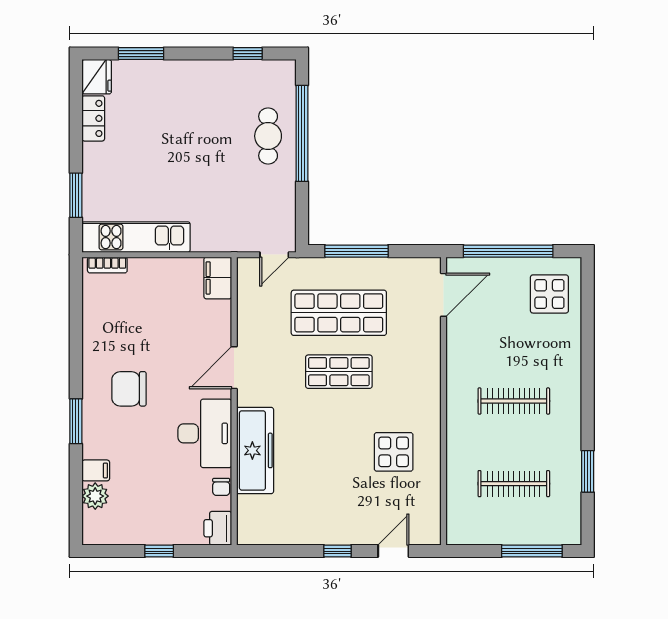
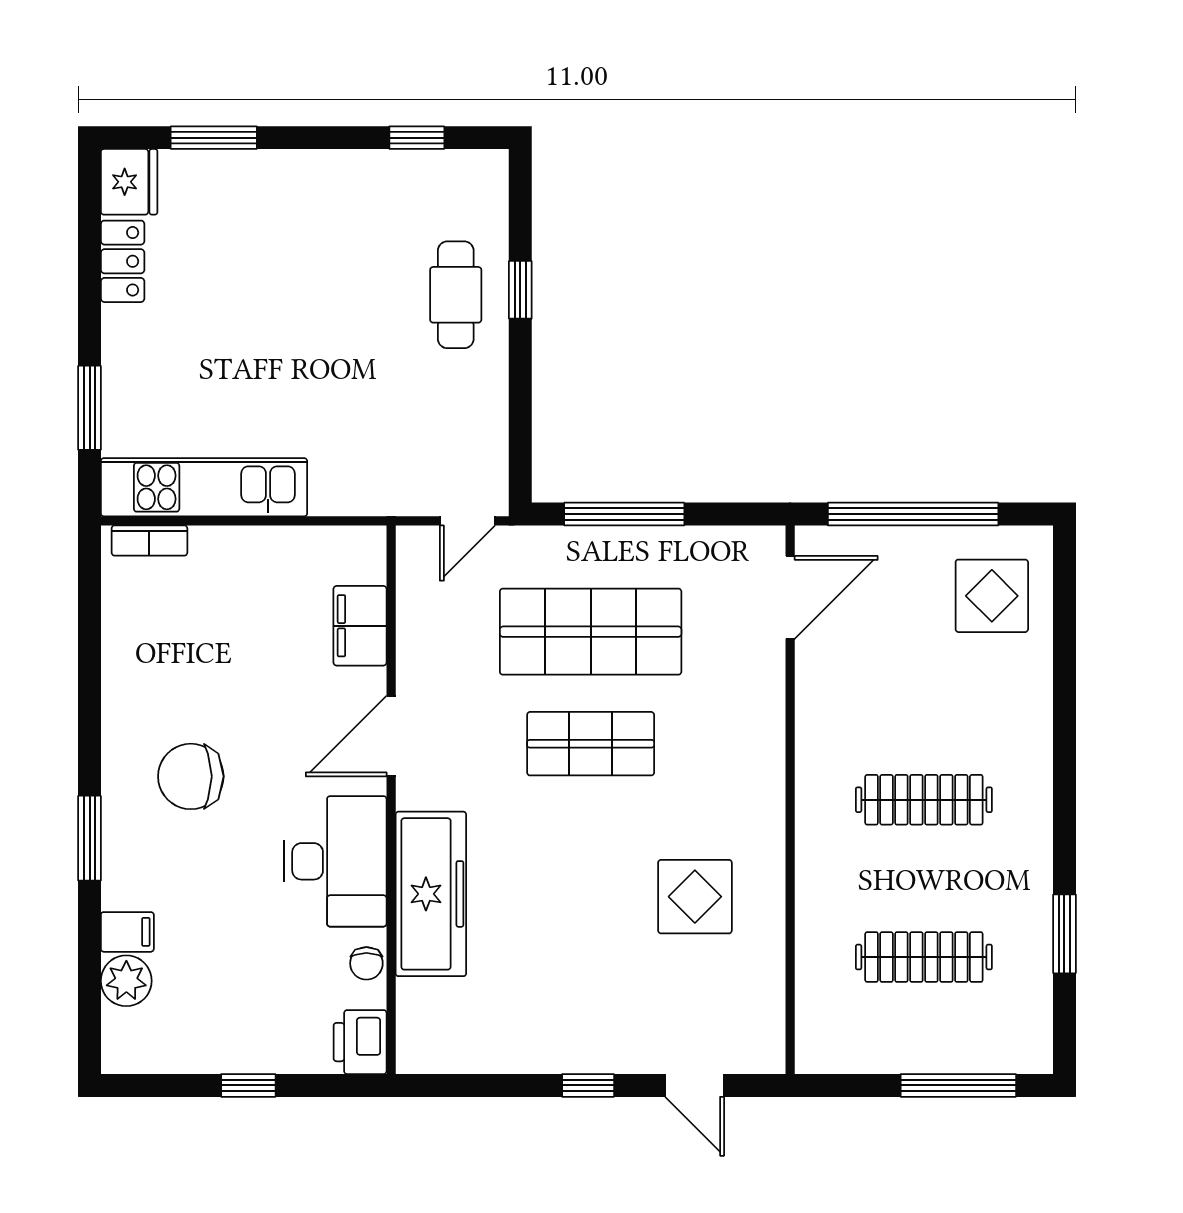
window: (302, 133) -> (520, 290), width x0.32
filing cabinet: (218, 278) -> (360, 626), moved
door: (393, 551) -> (695, 1085), swing flipped

